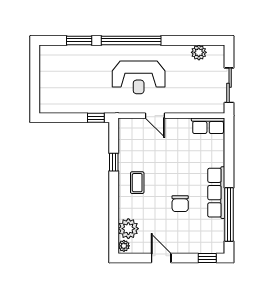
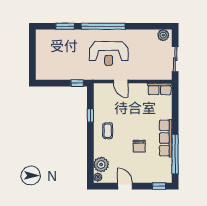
plant: (199, 52) -> (163, 35), moved

